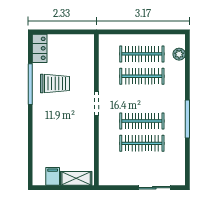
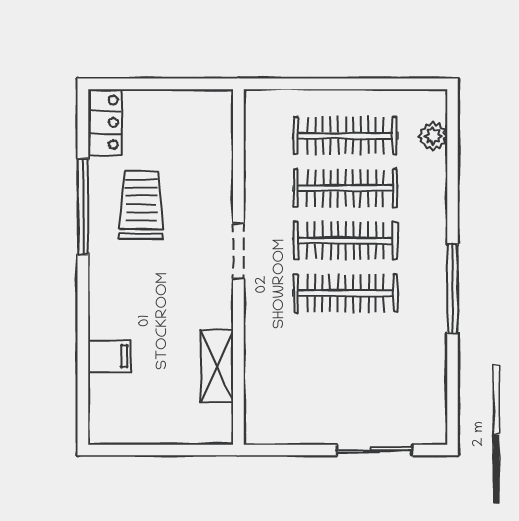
trolley: (55, 83) -> (141, 205), turned -90
clothes rail: (142, 143) -> (345, 241), moved
filing cabinet: (53, 176) -> (109, 356), moved, turned 90
shelving: (76, 178) -> (217, 366), moved, turned 90

